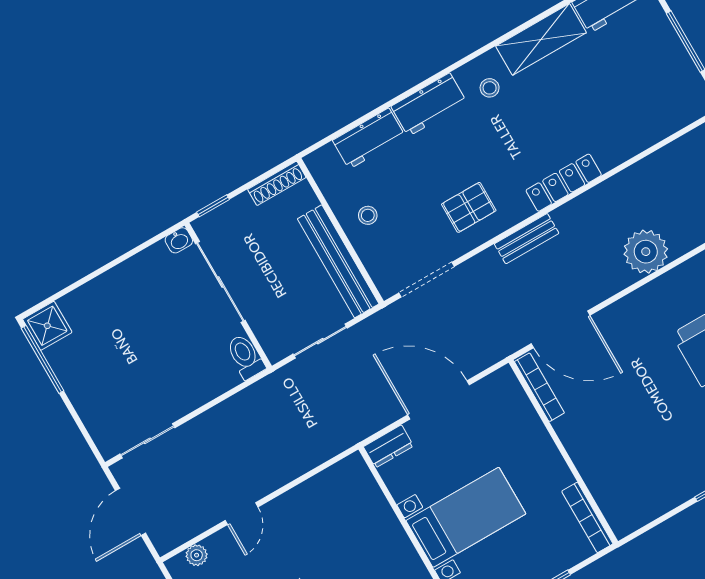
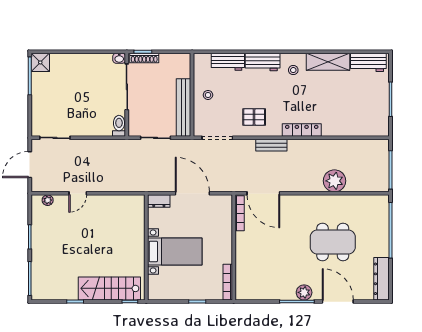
shoe rack: (277, 183) -> (144, 58), moved
plant: (646, 252) -> (334, 181), moved

